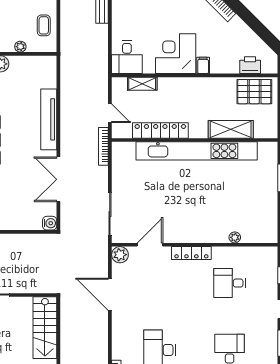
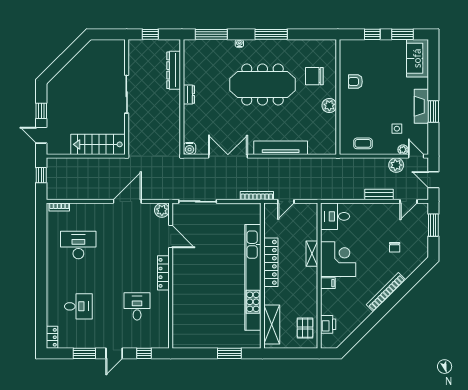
plant: (20, 47) -> (344, 123), removed
shelving: (142, 84) -> (312, 254), moved
pallet: (254, 92) -> (305, 328), width x0.67, depth x0.71
shelving: (231, 129) -> (272, 325), moved
locker: (160, 130) -> (271, 262), moved
plant: (235, 237) -> (177, 311), removed

